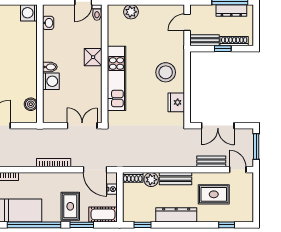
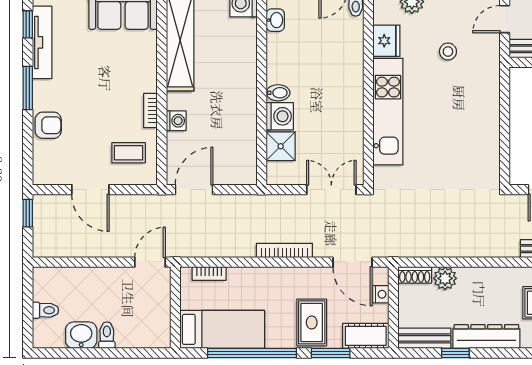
shower: (93, 57) -> (281, 146), moved
stool: (166, 72) -> (448, 52), moved, width x0.53, depth x0.53
fridge: (176, 102) -> (386, 41), moved, turned 180
boiler: (31, 104) -> (247, 154), removed
bench: (175, 179) -> (424, 338), moved
window: (142, 225) -> (455, 353), moved

